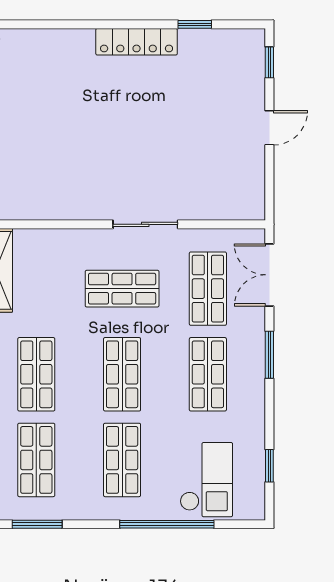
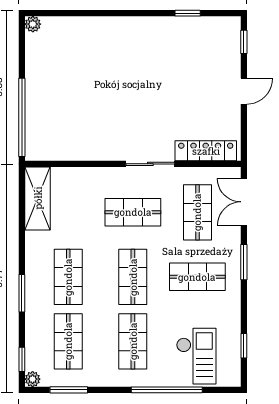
locker: (137, 42) -> (206, 151), moved, turned 180
shop shelf: (208, 374) -> (197, 277), turned 90

